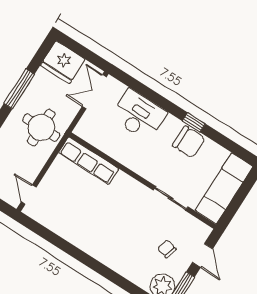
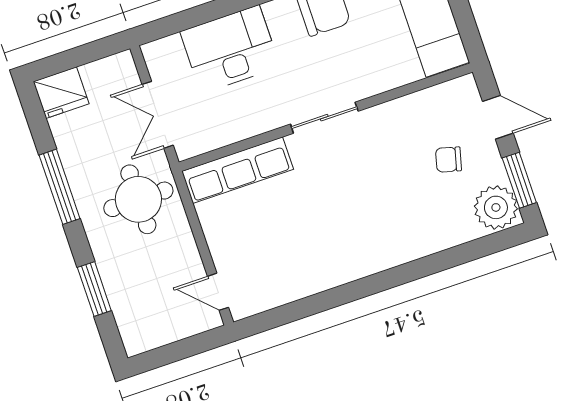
fridge: (63, 62) -> (61, 93), width x0.73, depth x0.75
double door: (94, 92) -> (158, 115), moved
sliding door: (171, 199) -> (324, 118), moved

